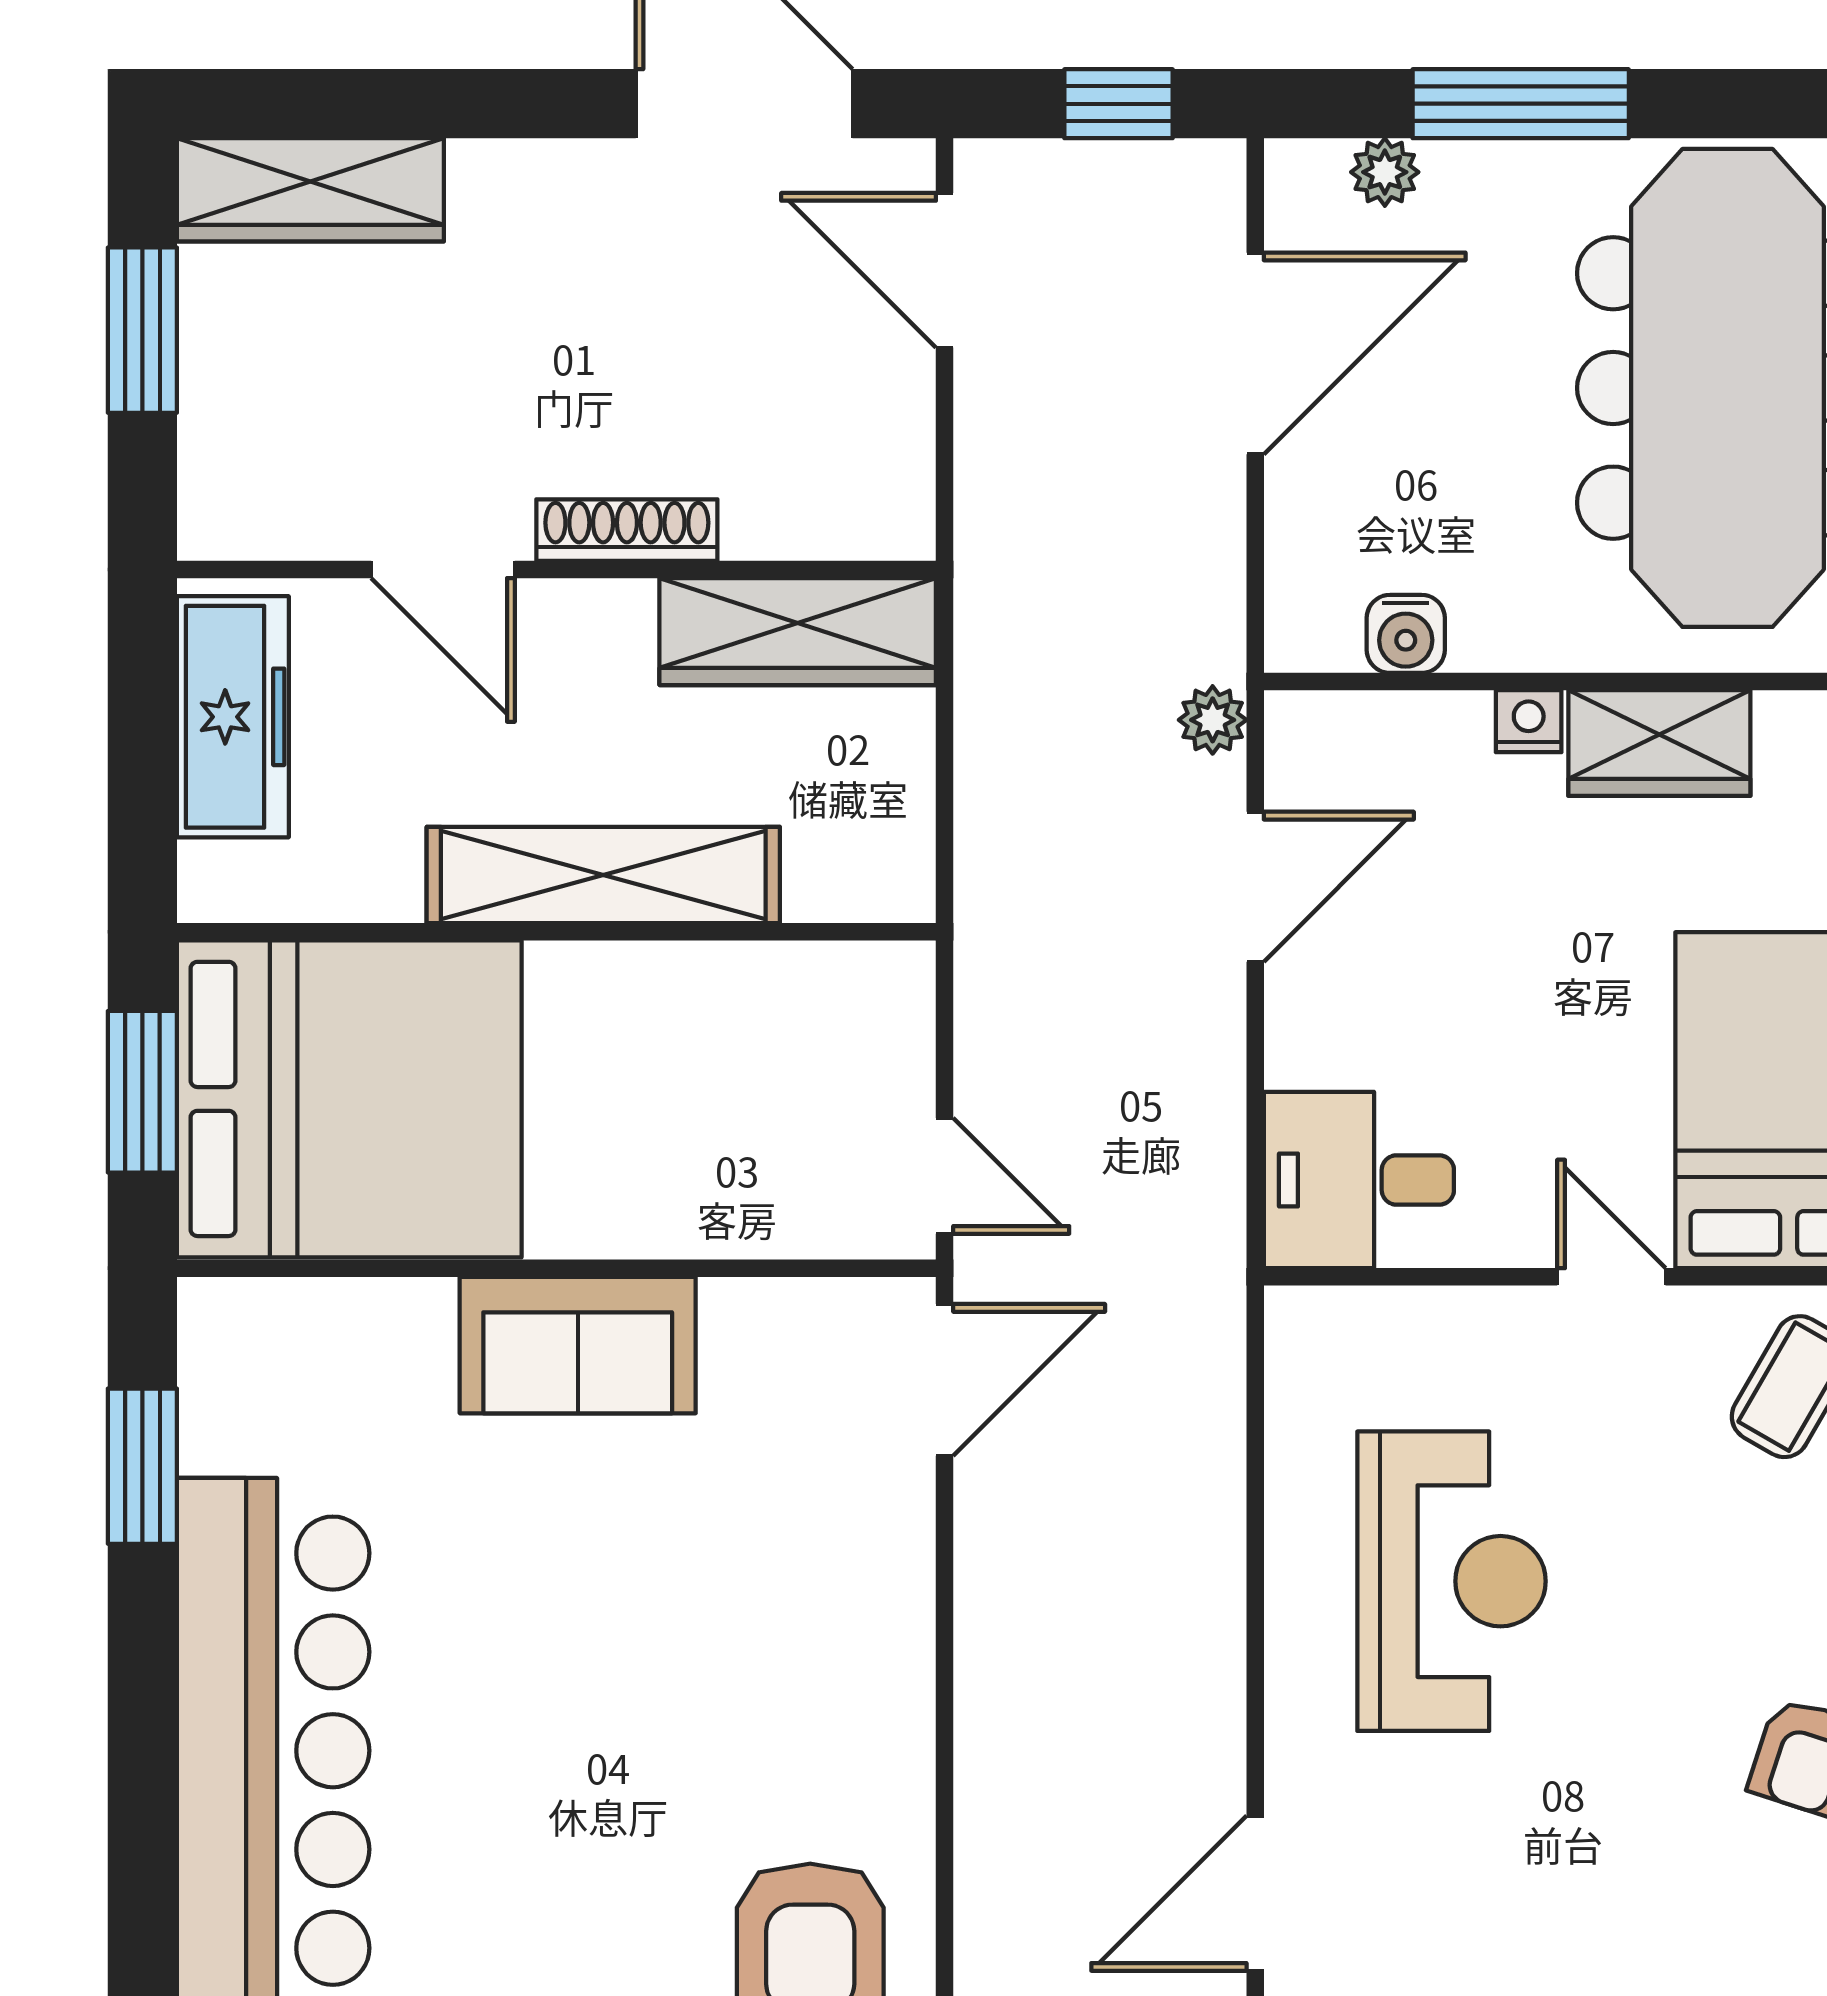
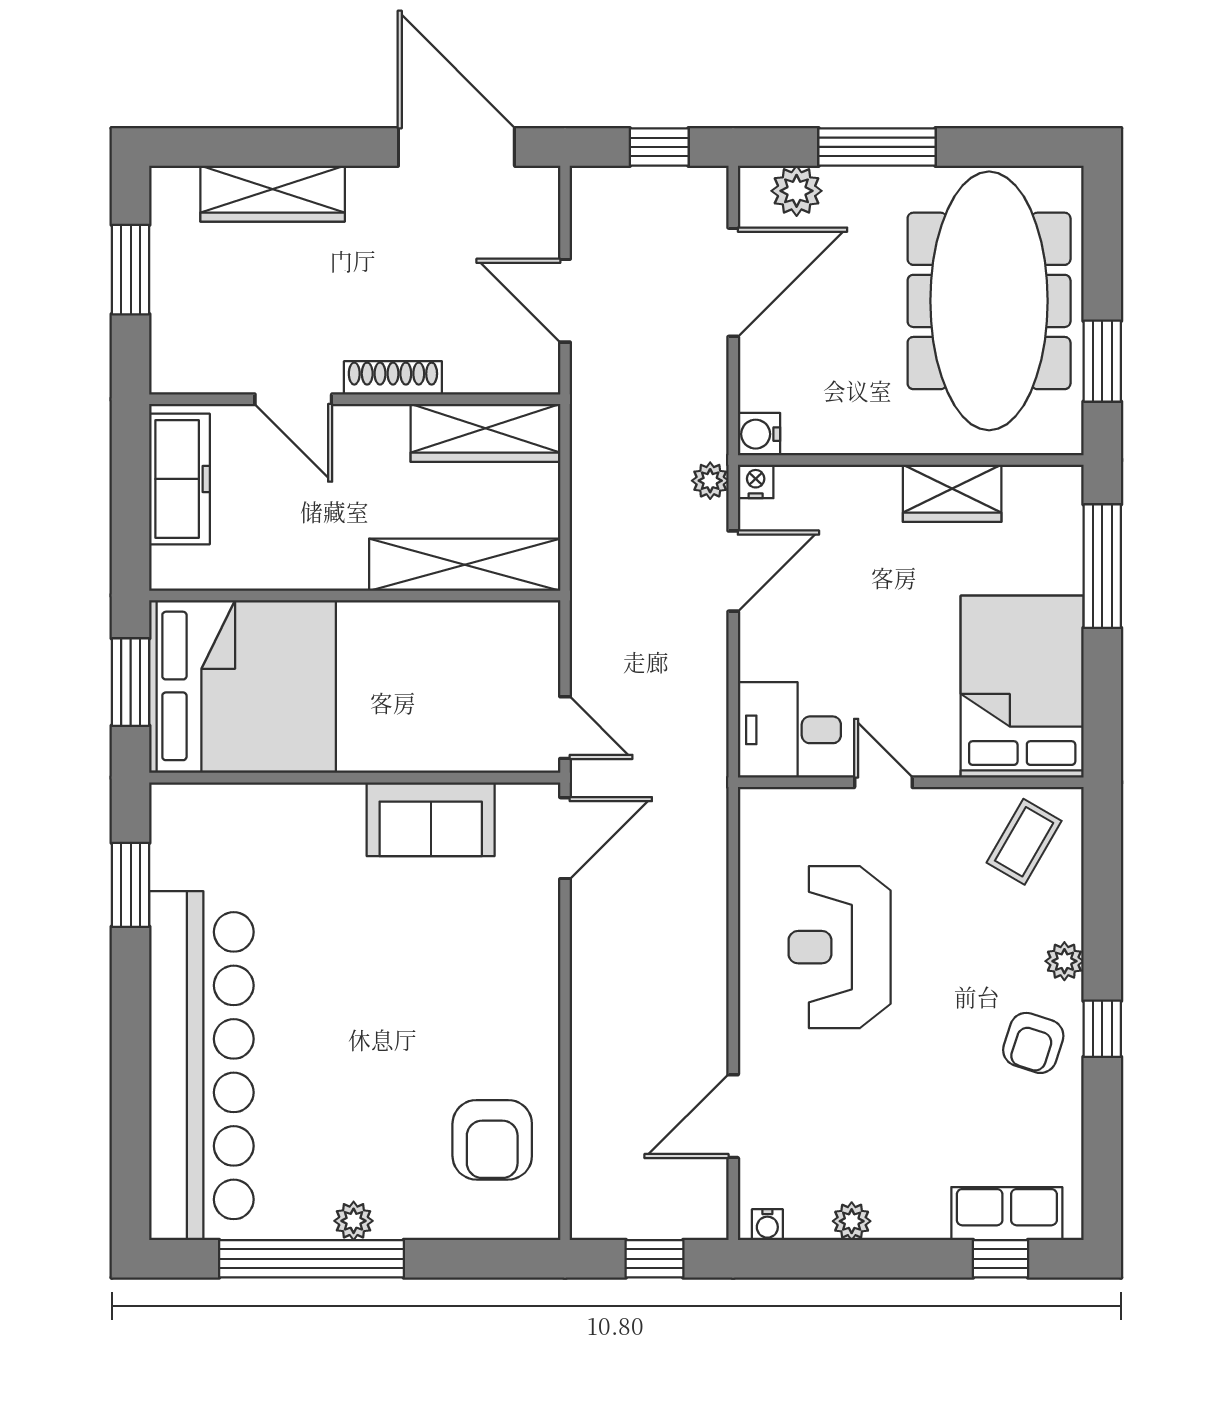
plant: (1385, 172) -> (797, 191), width x1.38, depth x1.38
wardrobe: (310, 190) -> (273, 194), moved
door: (945, 270) -> (565, 301), moved
water cooler: (1406, 634) -> (759, 434), moved, turned 90
nightstand: (1529, 721) -> (756, 481), moved
shelving: (603, 875) -> (465, 565), moved
door: (1611, 1277) -> (883, 782), moved
sofa: (578, 1345) -> (431, 819), moved
reception desk: (1452, 1581) -> (840, 947), turned 180

